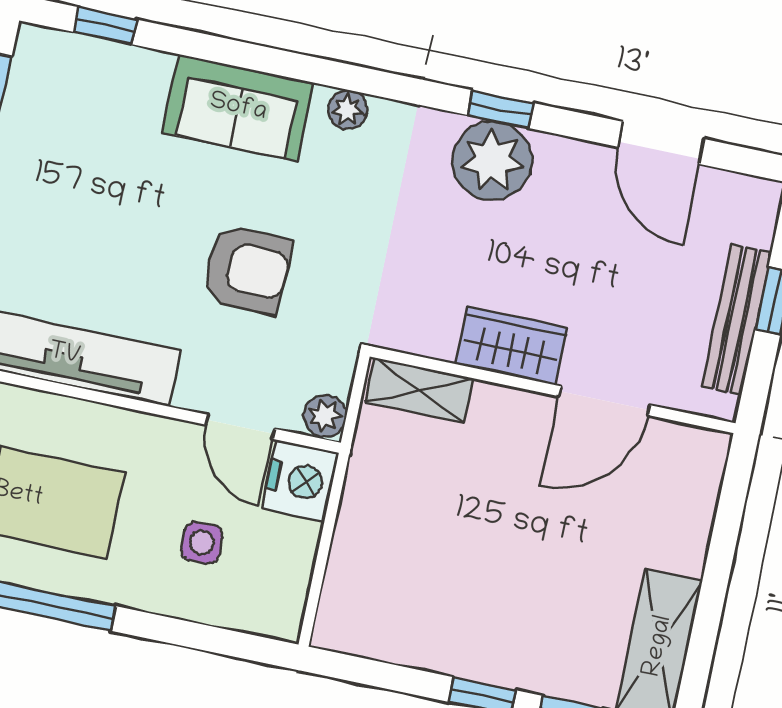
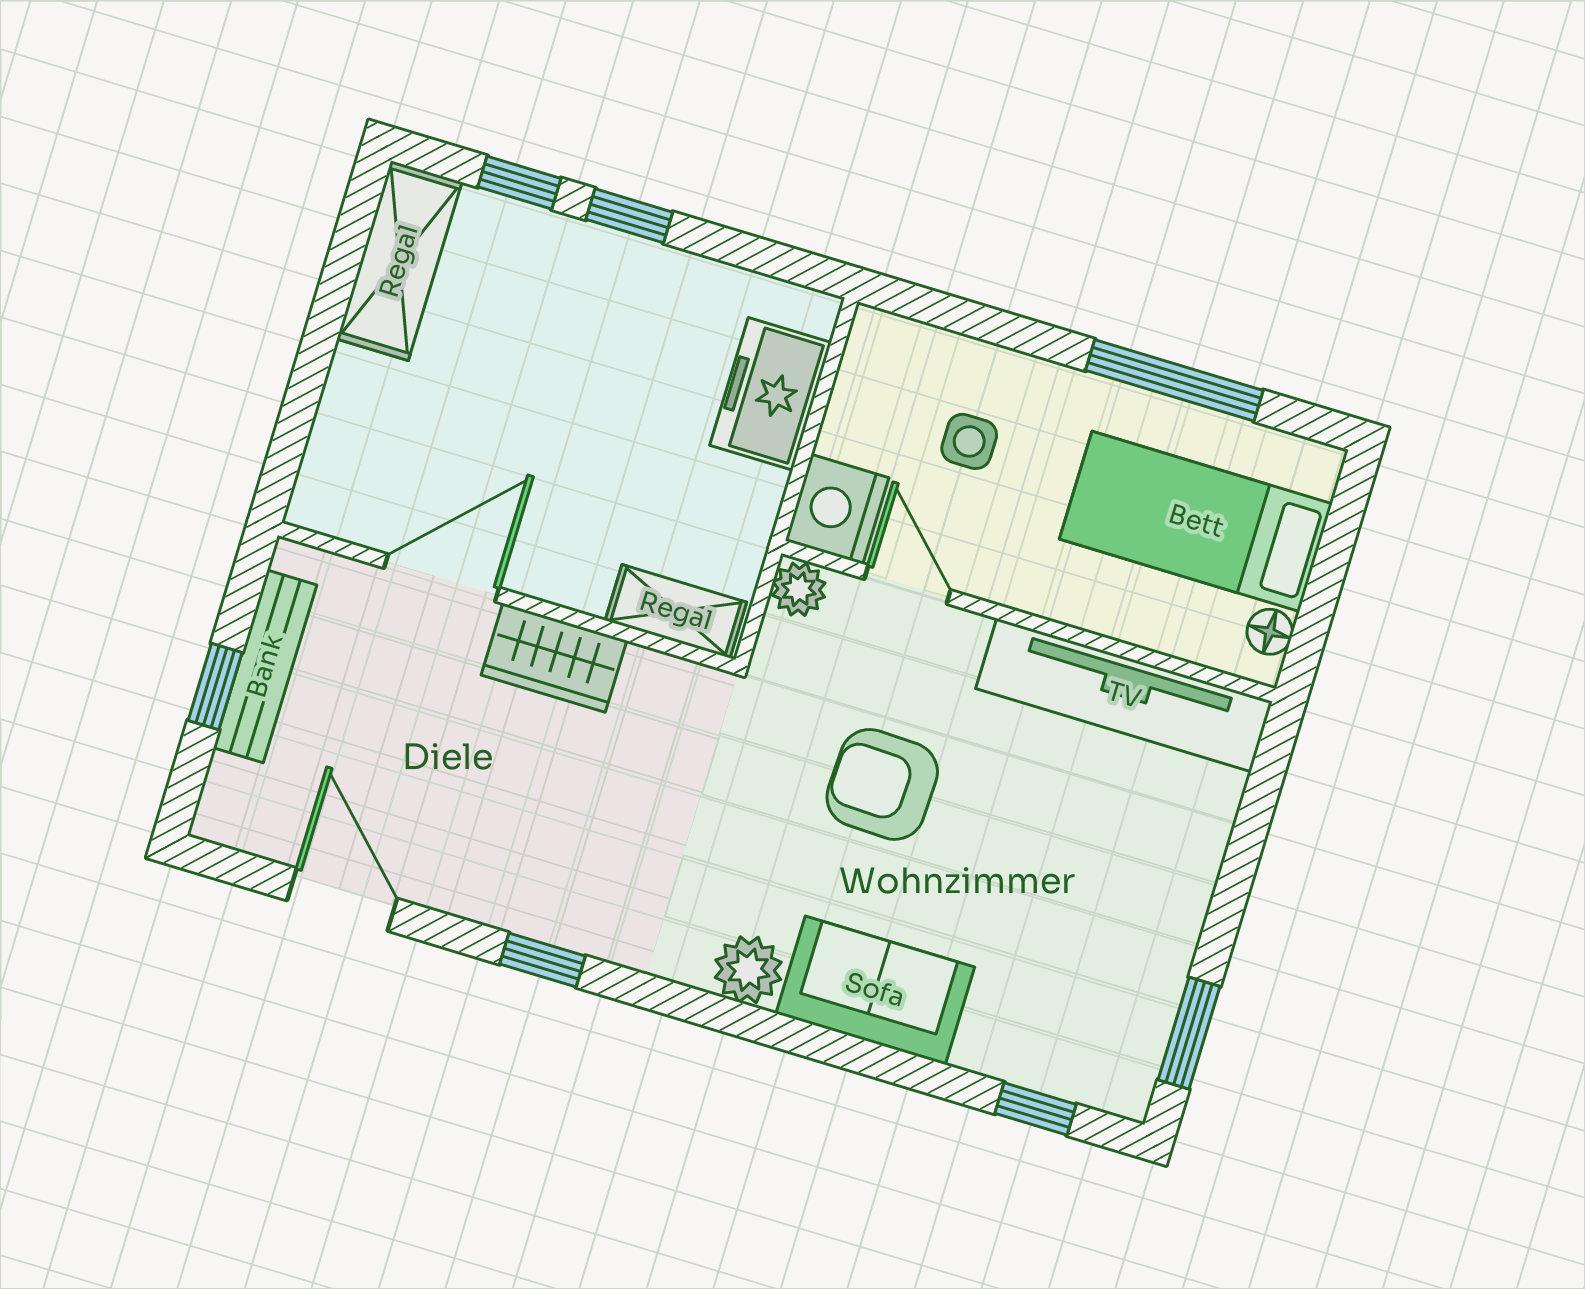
plant: (348, 110) -> (748, 970), width x1.38, depth x1.38
plant: (492, 161) -> (558, 895), removed
freezer: (360, 567) -> (771, 394), added

